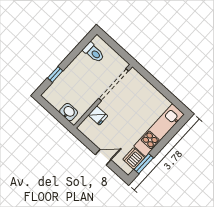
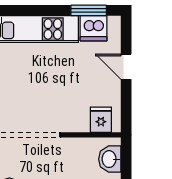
fridge: (98, 115) -> (101, 120), moved

